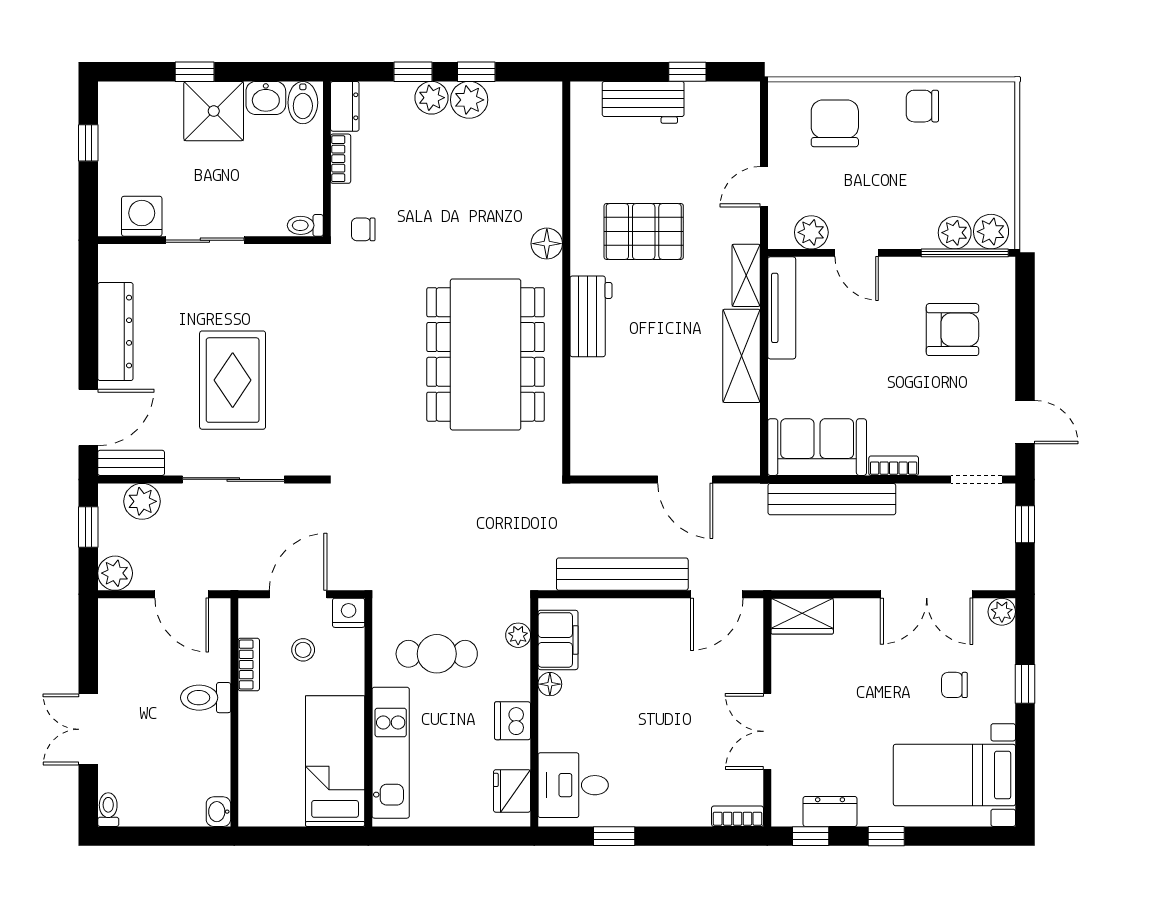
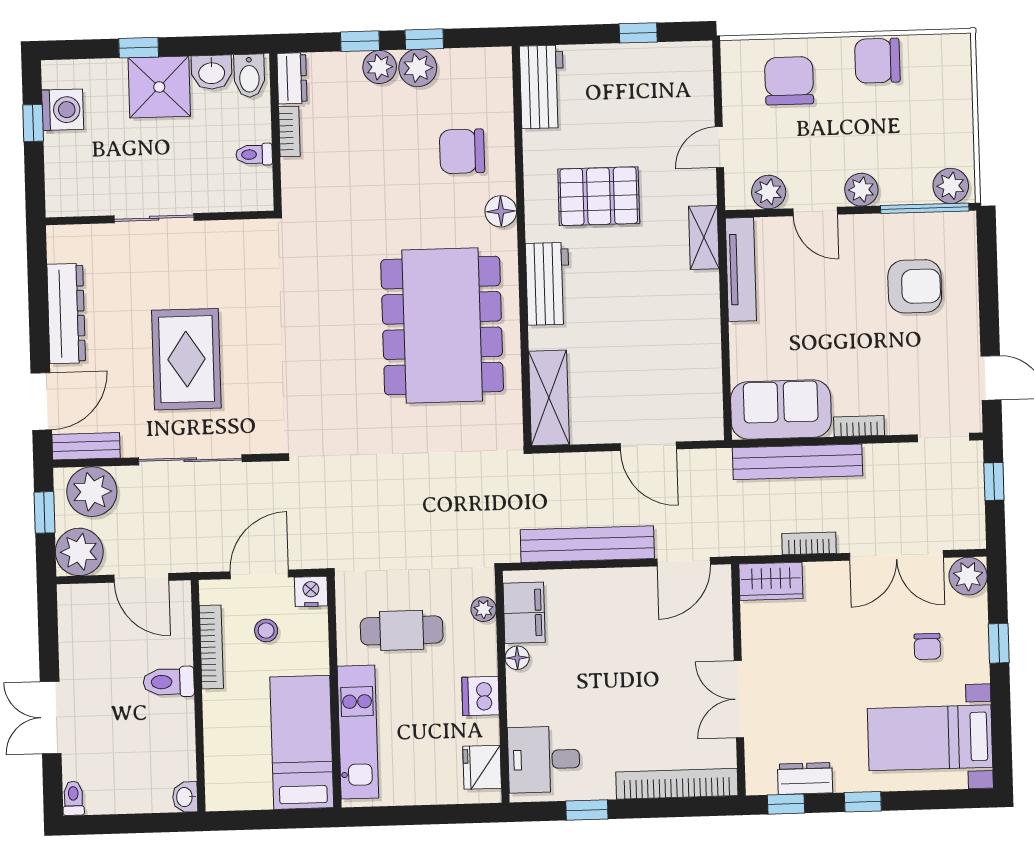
workbench: (643, 102) -> (542, 87), moved, turned -90
chair: (922, 106) -> (877, 61), width x1.37, depth x1.37
washing machine: (142, 216) -> (63, 110), moved, turned 90
toilet: (305, 225) -> (254, 154), moved
chair: (363, 229) -> (462, 151), moved, width x1.87, depth x1.87
plant: (955, 233) -> (861, 190), moved
shelving: (741, 356) -> (549, 398), moved
plant: (142, 501) -> (92, 492), width x1.36, depth x1.36
plant: (115, 573) -> (79, 552), width x1.36, depth x1.36
bookcase: (841, 580) -> (809, 543), added
plant: (1002, 612) -> (968, 576), width x1.38, depth x1.38
bookcase: (249, 665) -> (211, 647), width x1.56
chair: (954, 685) -> (927, 646), turned -90
bookcase: (737, 816) -> (677, 784), width x2.31, depth x1.31

